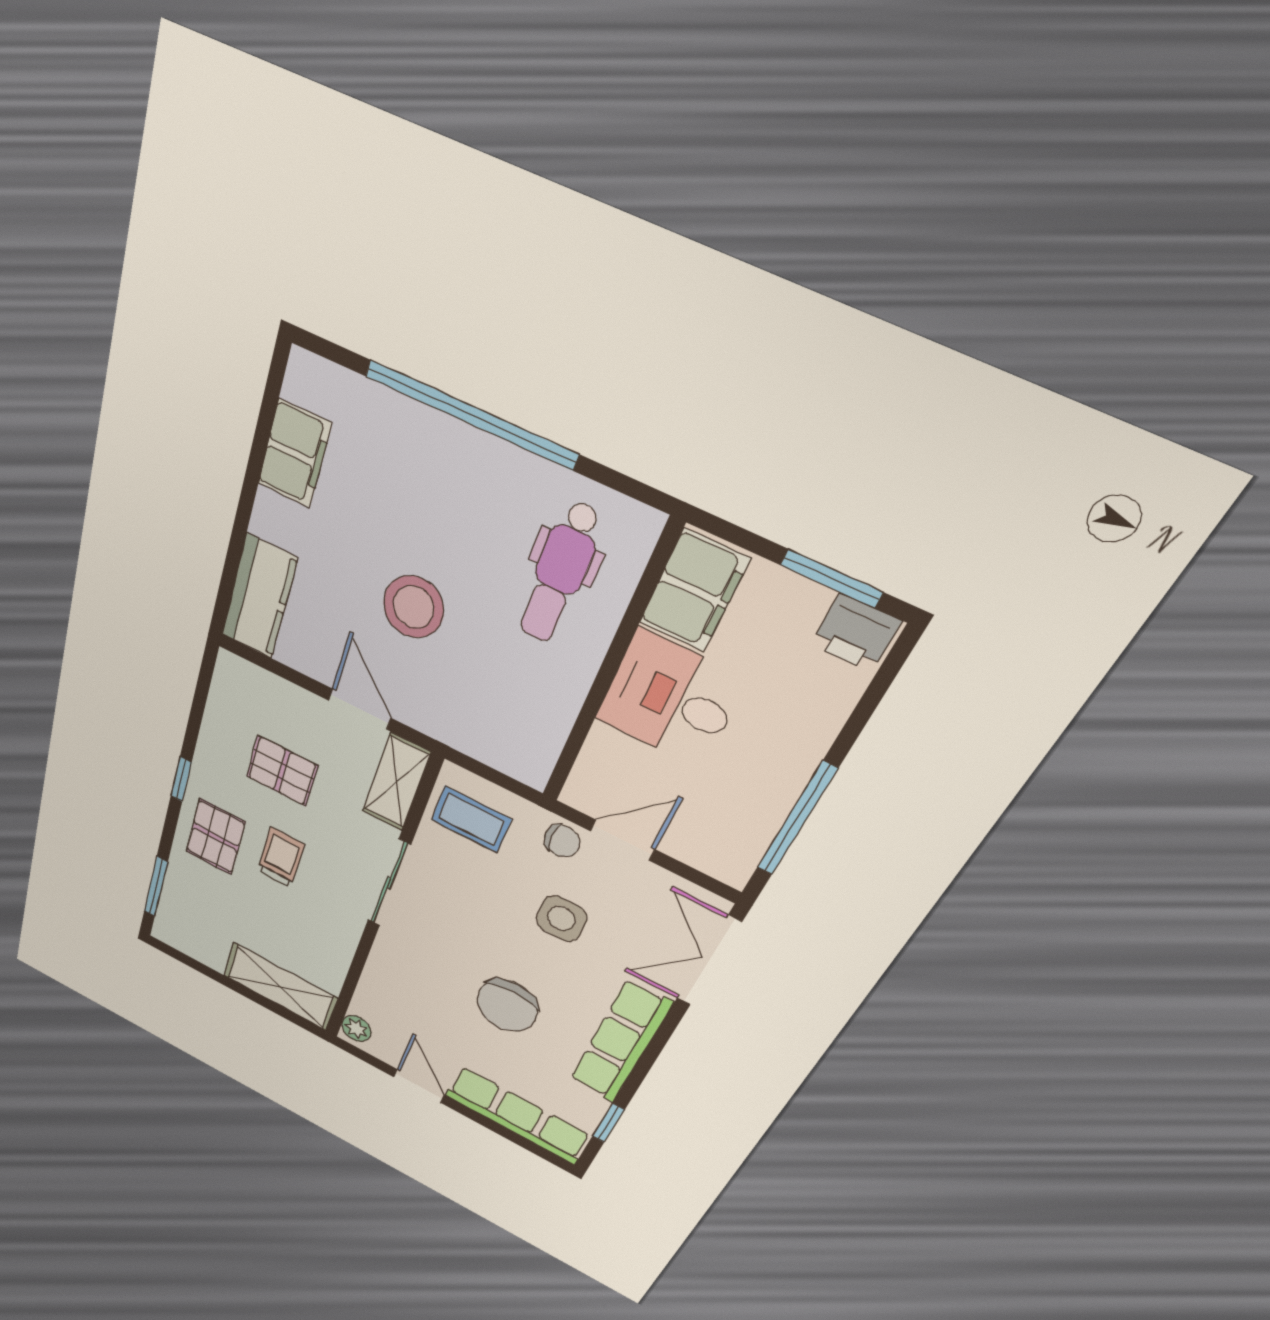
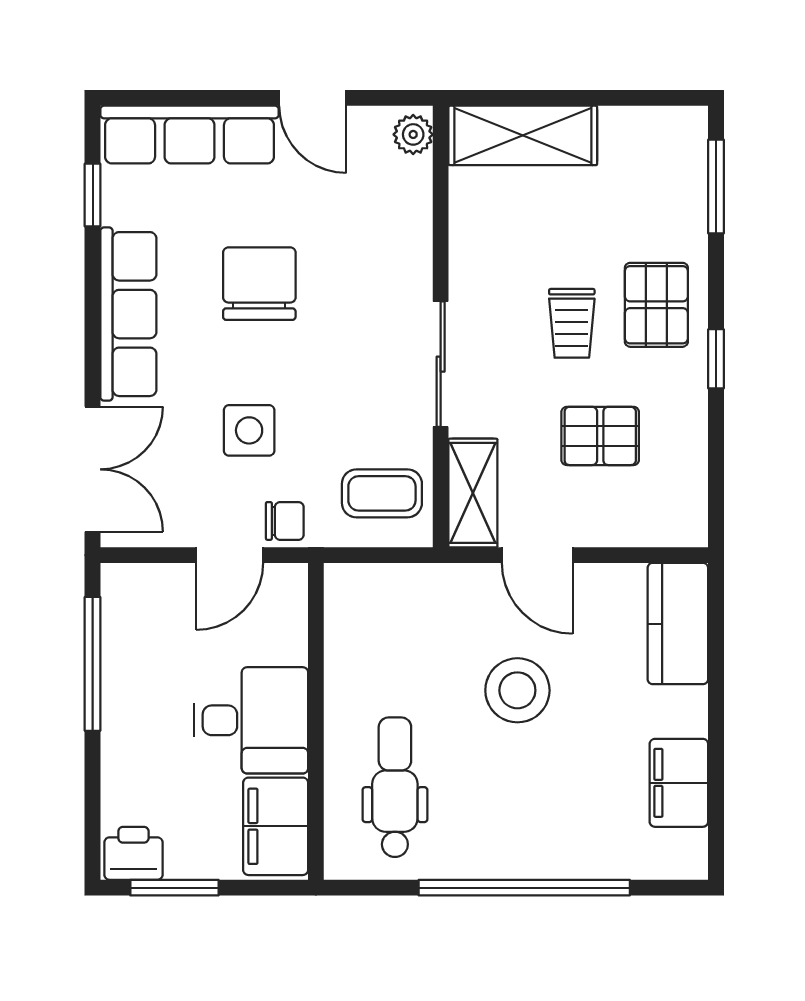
chair: (562, 841) -> (285, 521), turned 180

